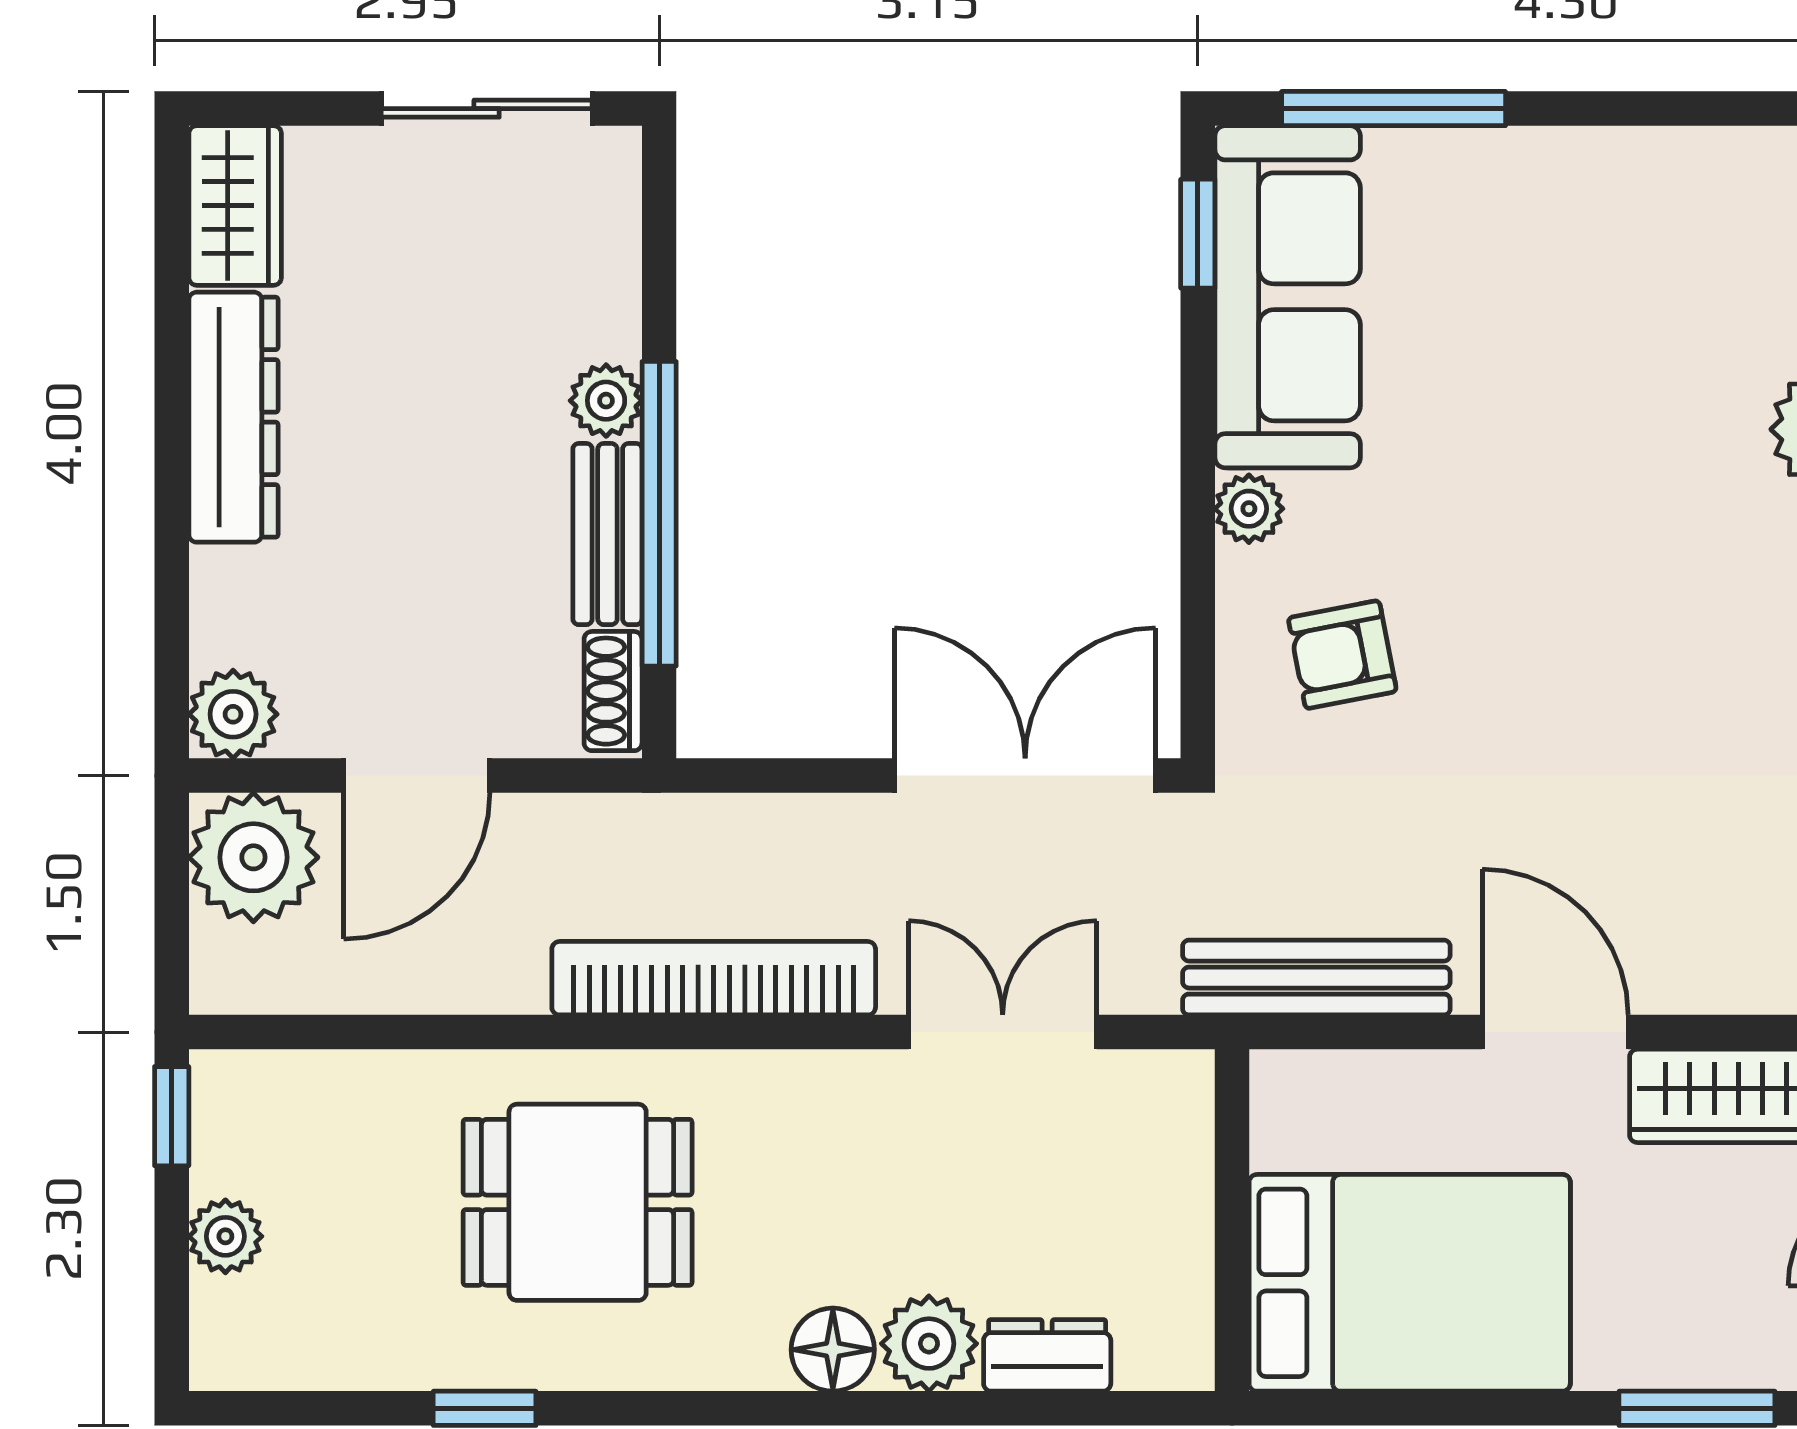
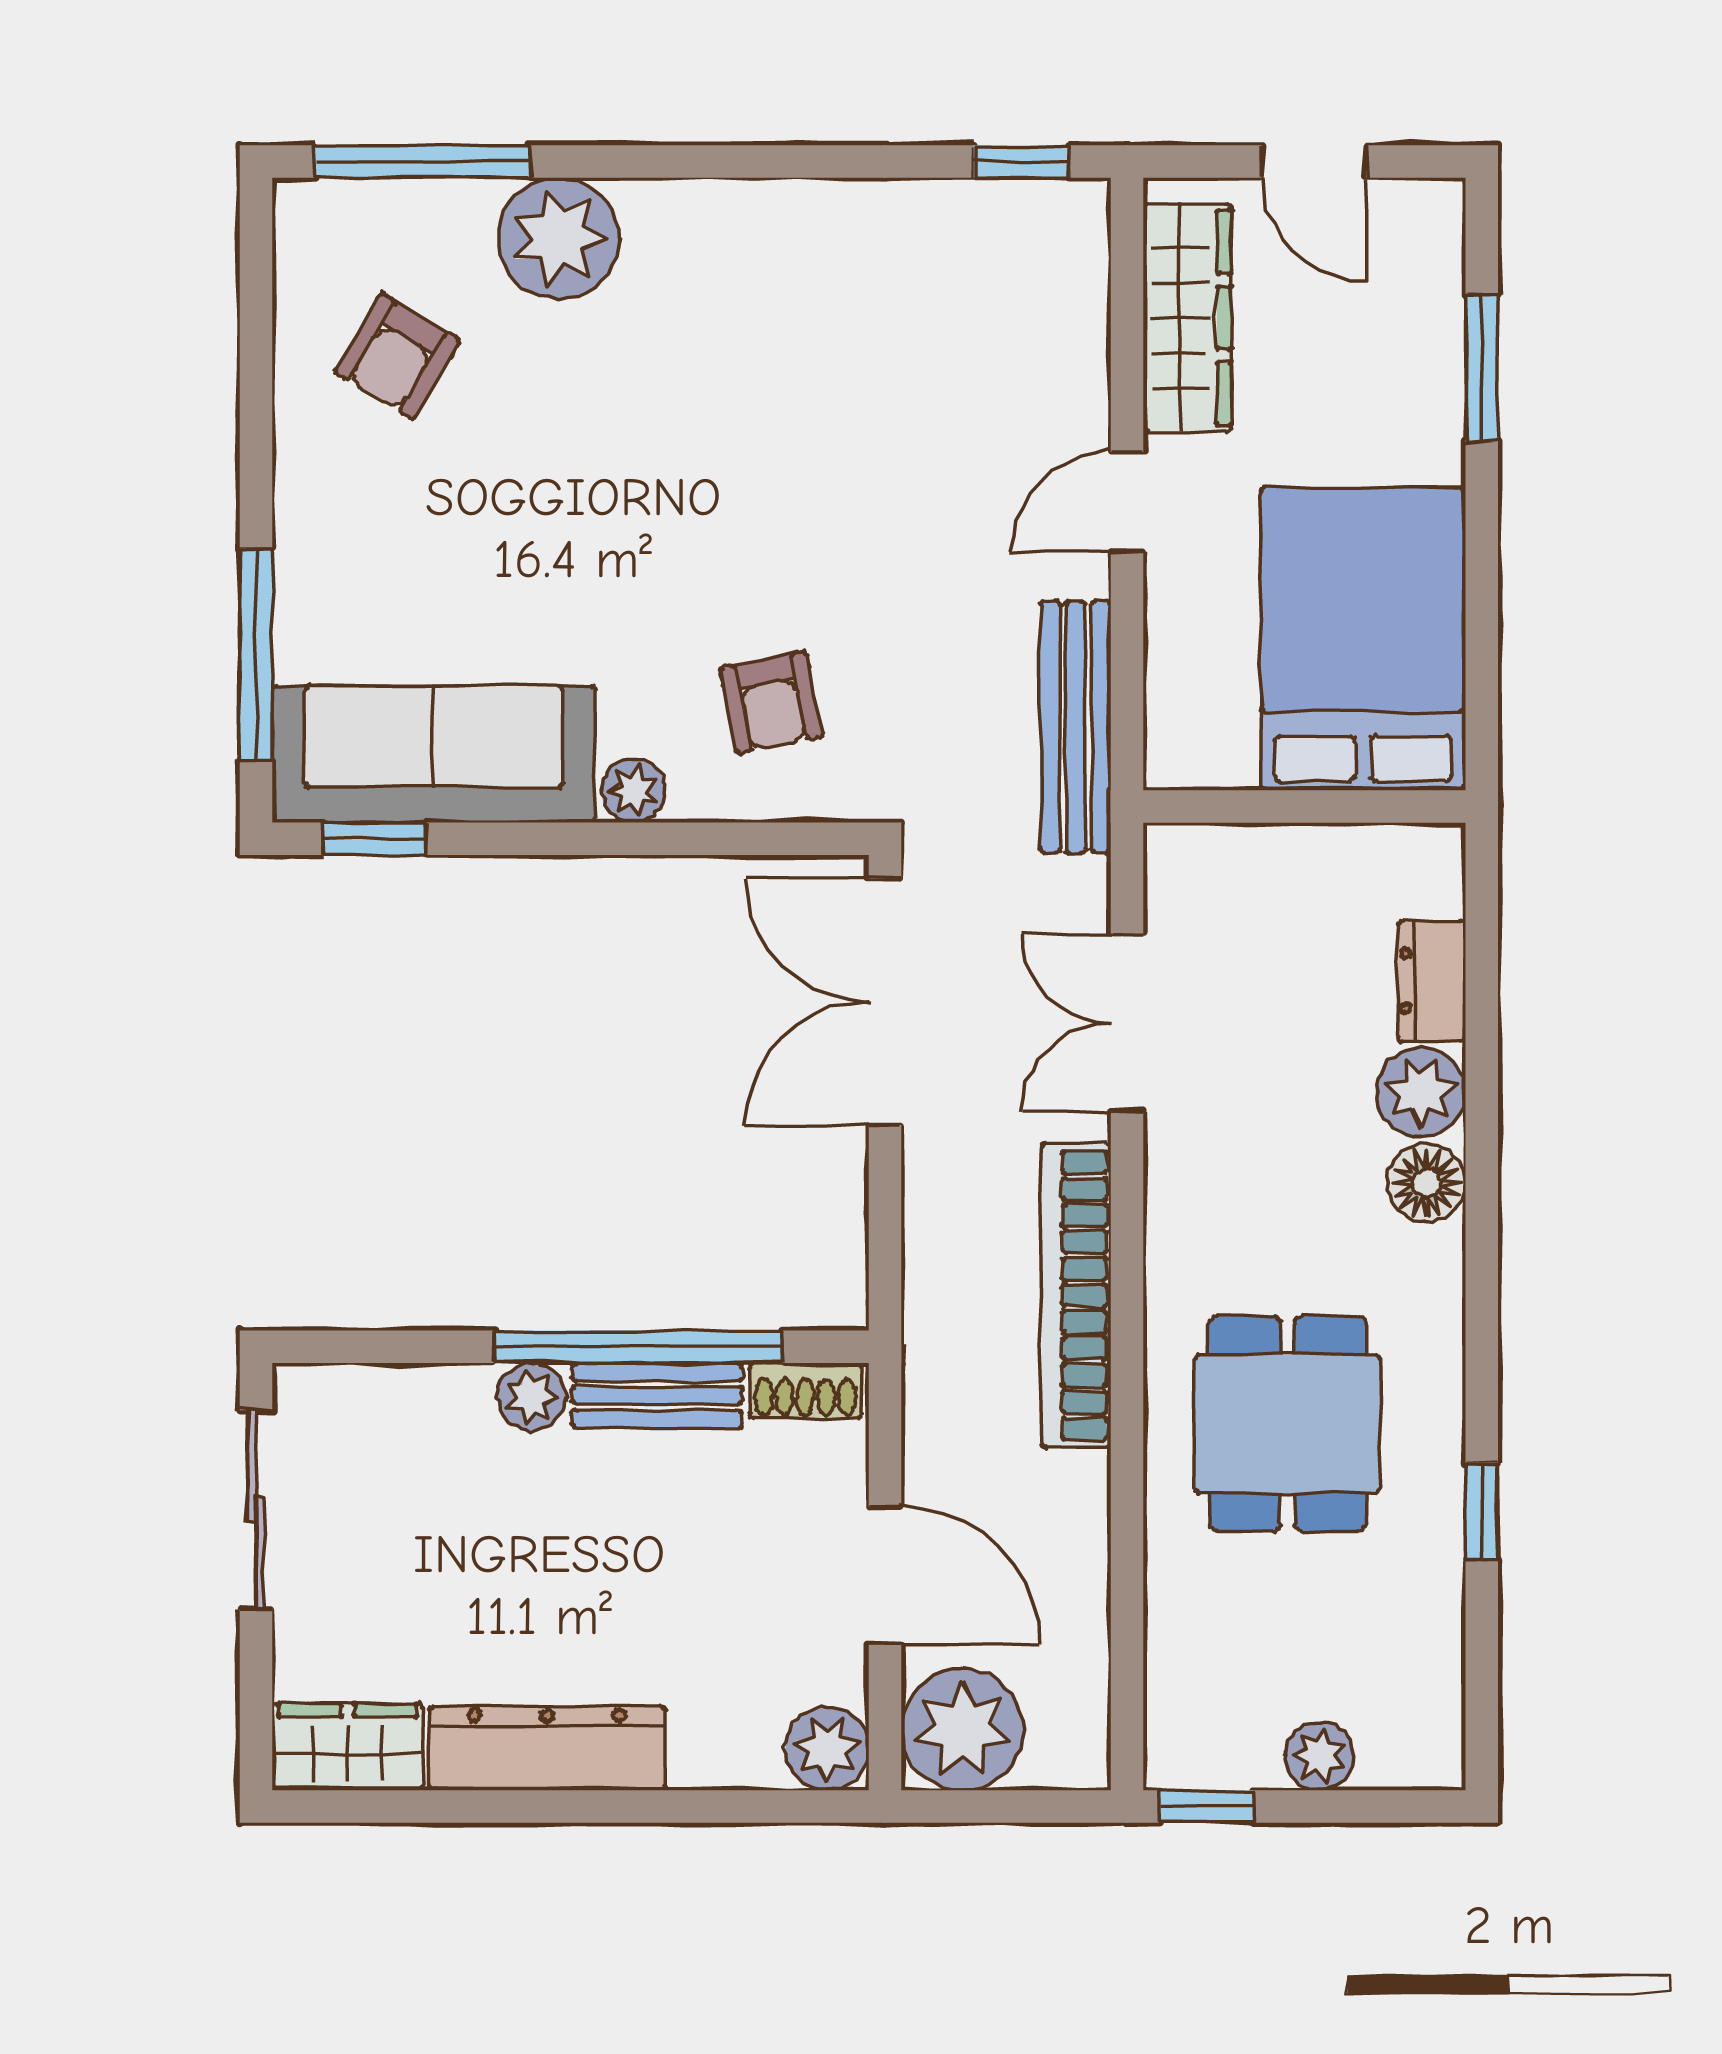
armchair: (1710, 258) -> (397, 356), added
door: (1555, 1032) -> (1127, 502), width x0.73

